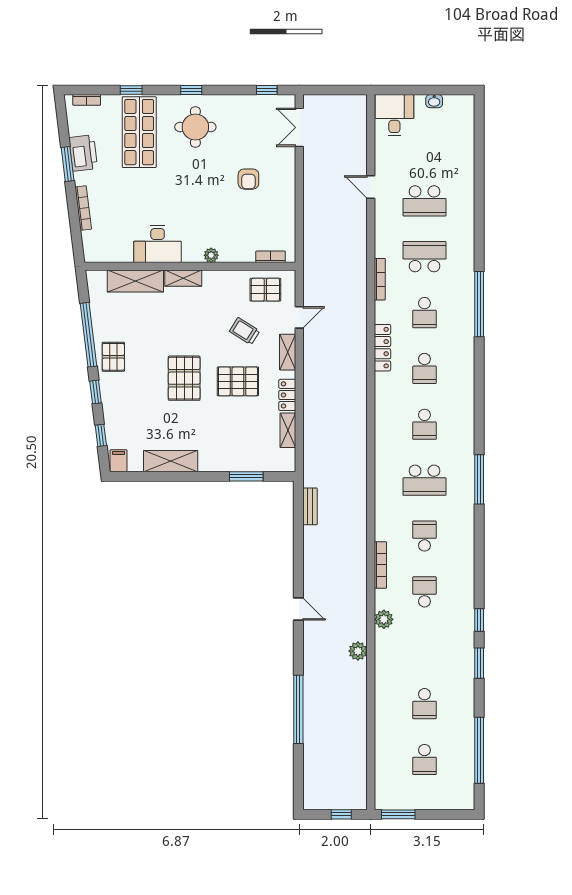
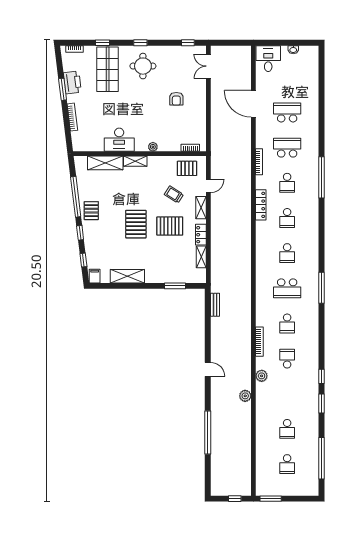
door: (371, 187) -> (253, 104), width x1.88
school desk: (424, 201) -> (287, 112), turned 180
school desk: (424, 536) -> (287, 323), turned 180

